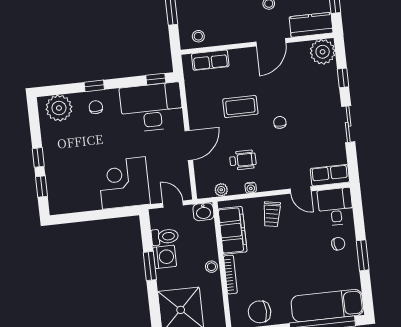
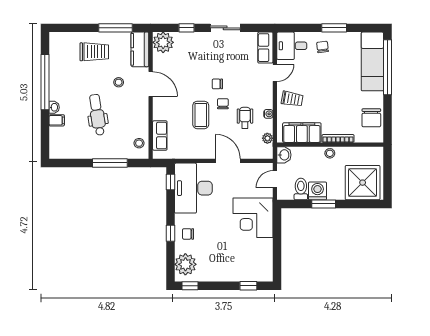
chair: (257, 132) -> (223, 104), added
window: (38, 157) -> (190, 286), moved

